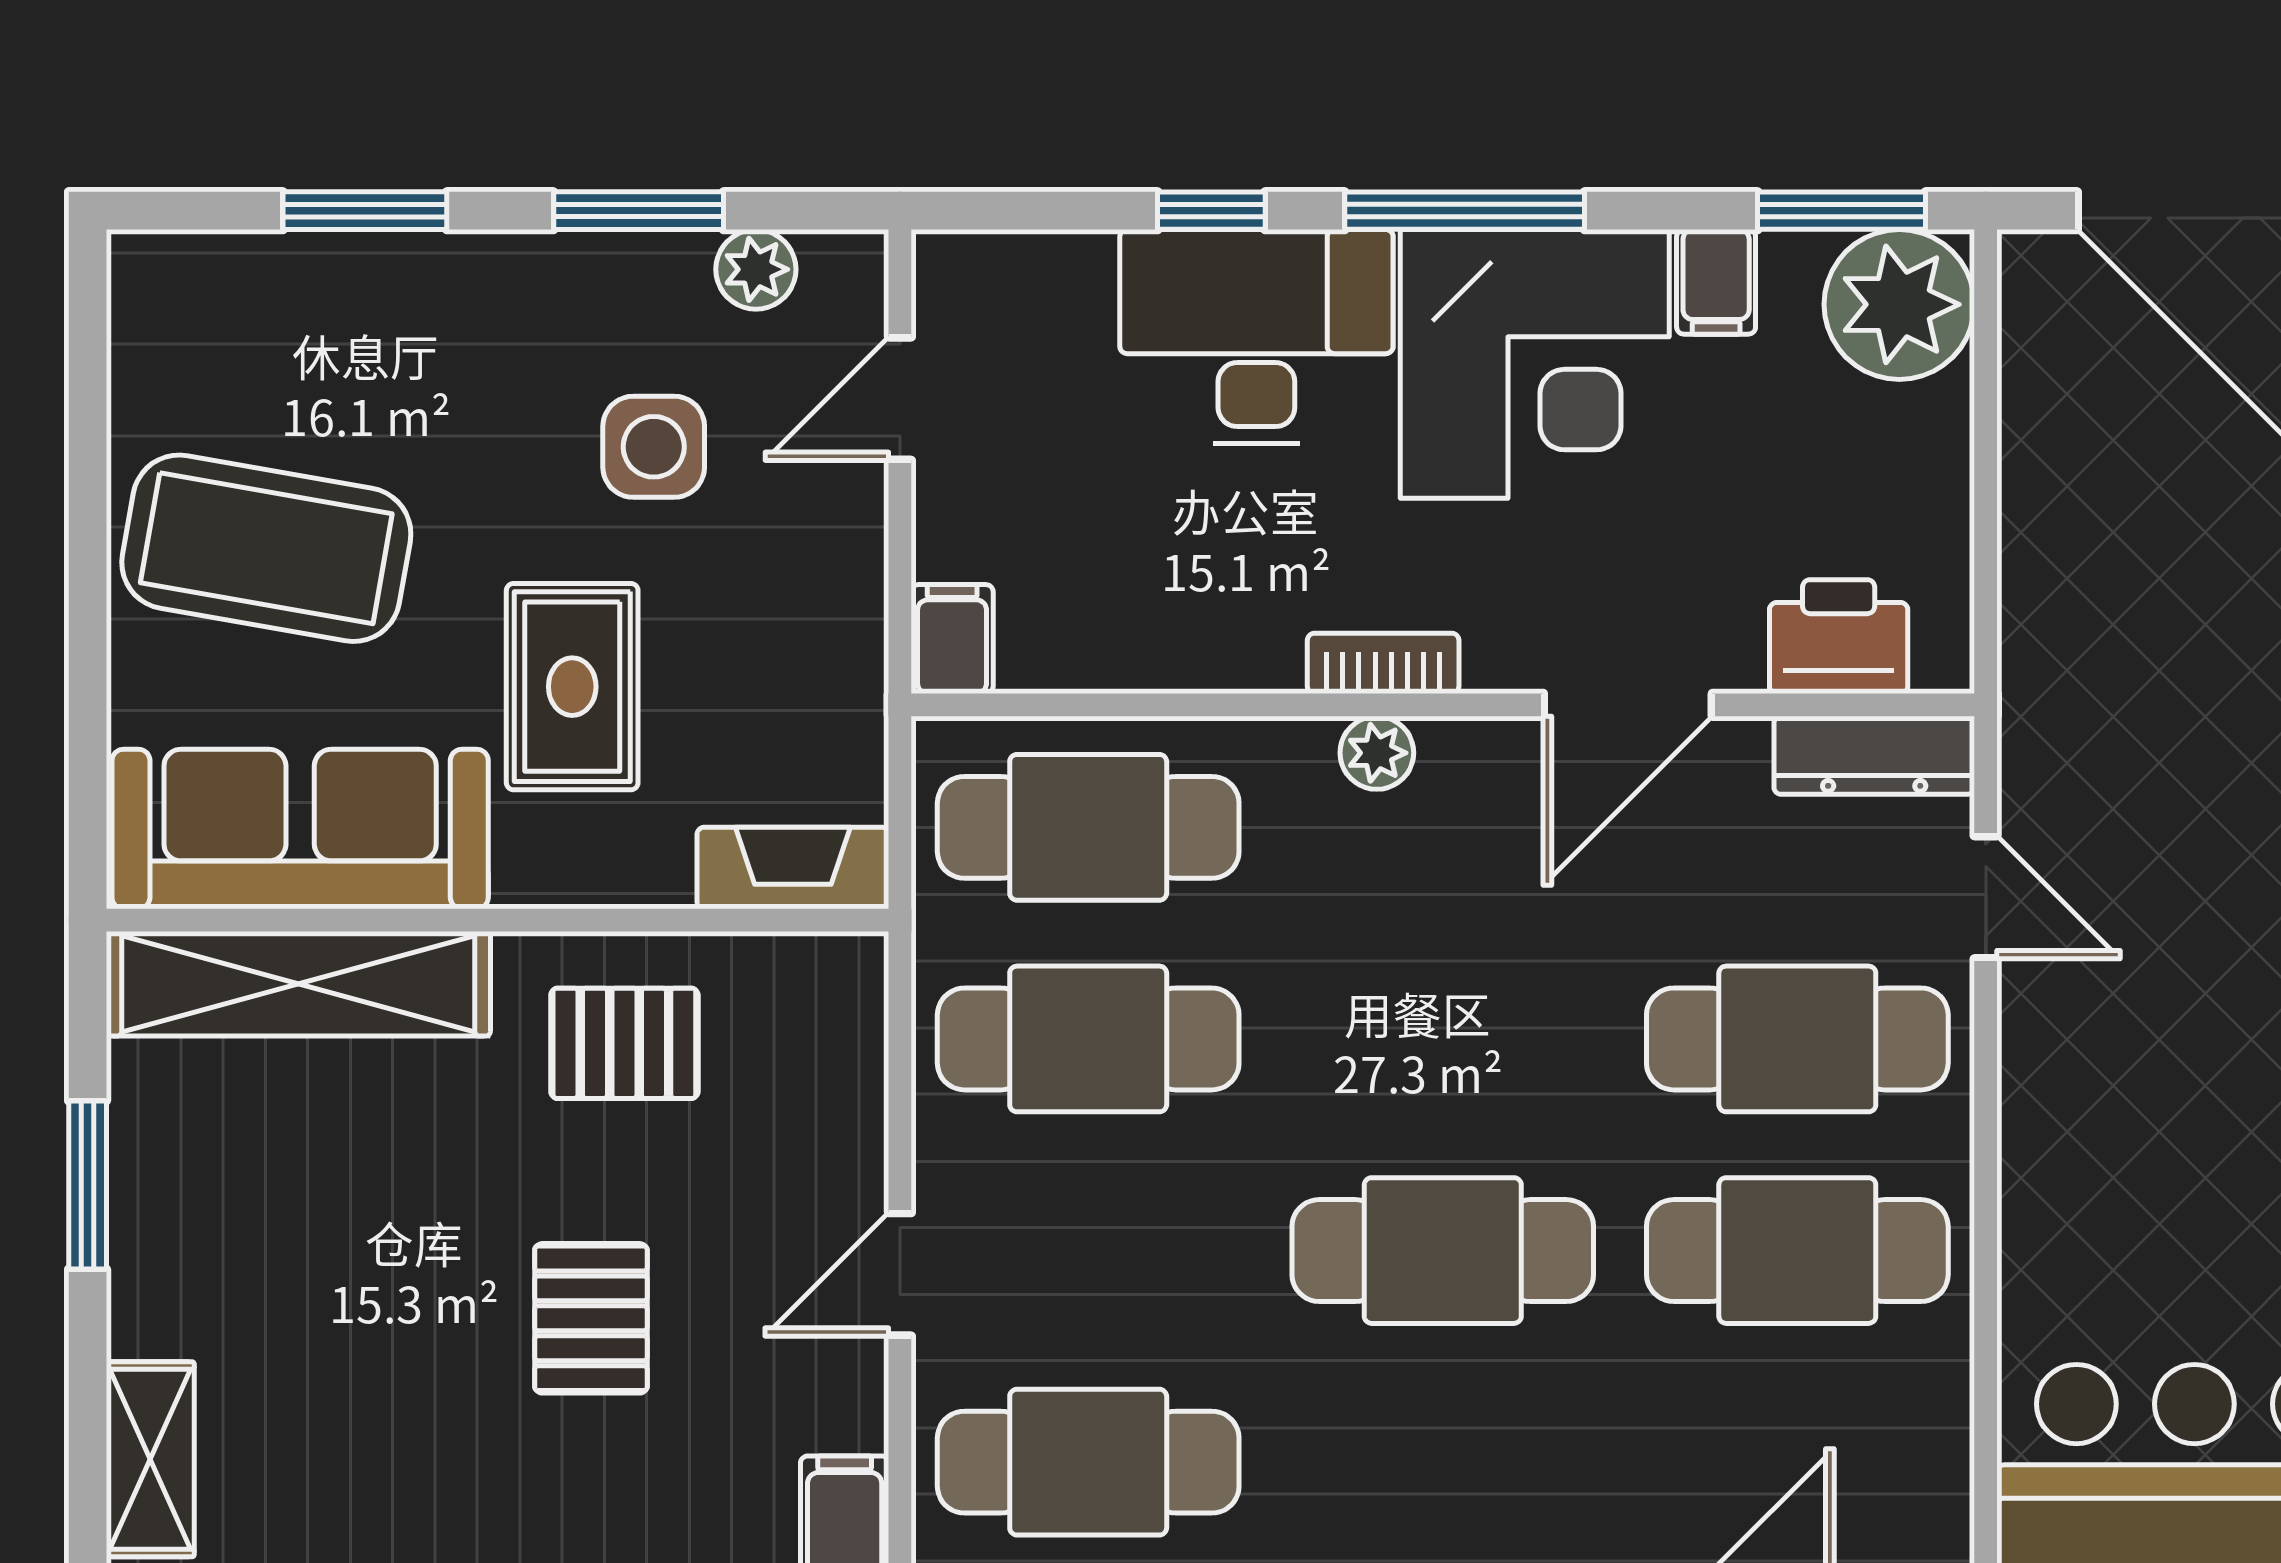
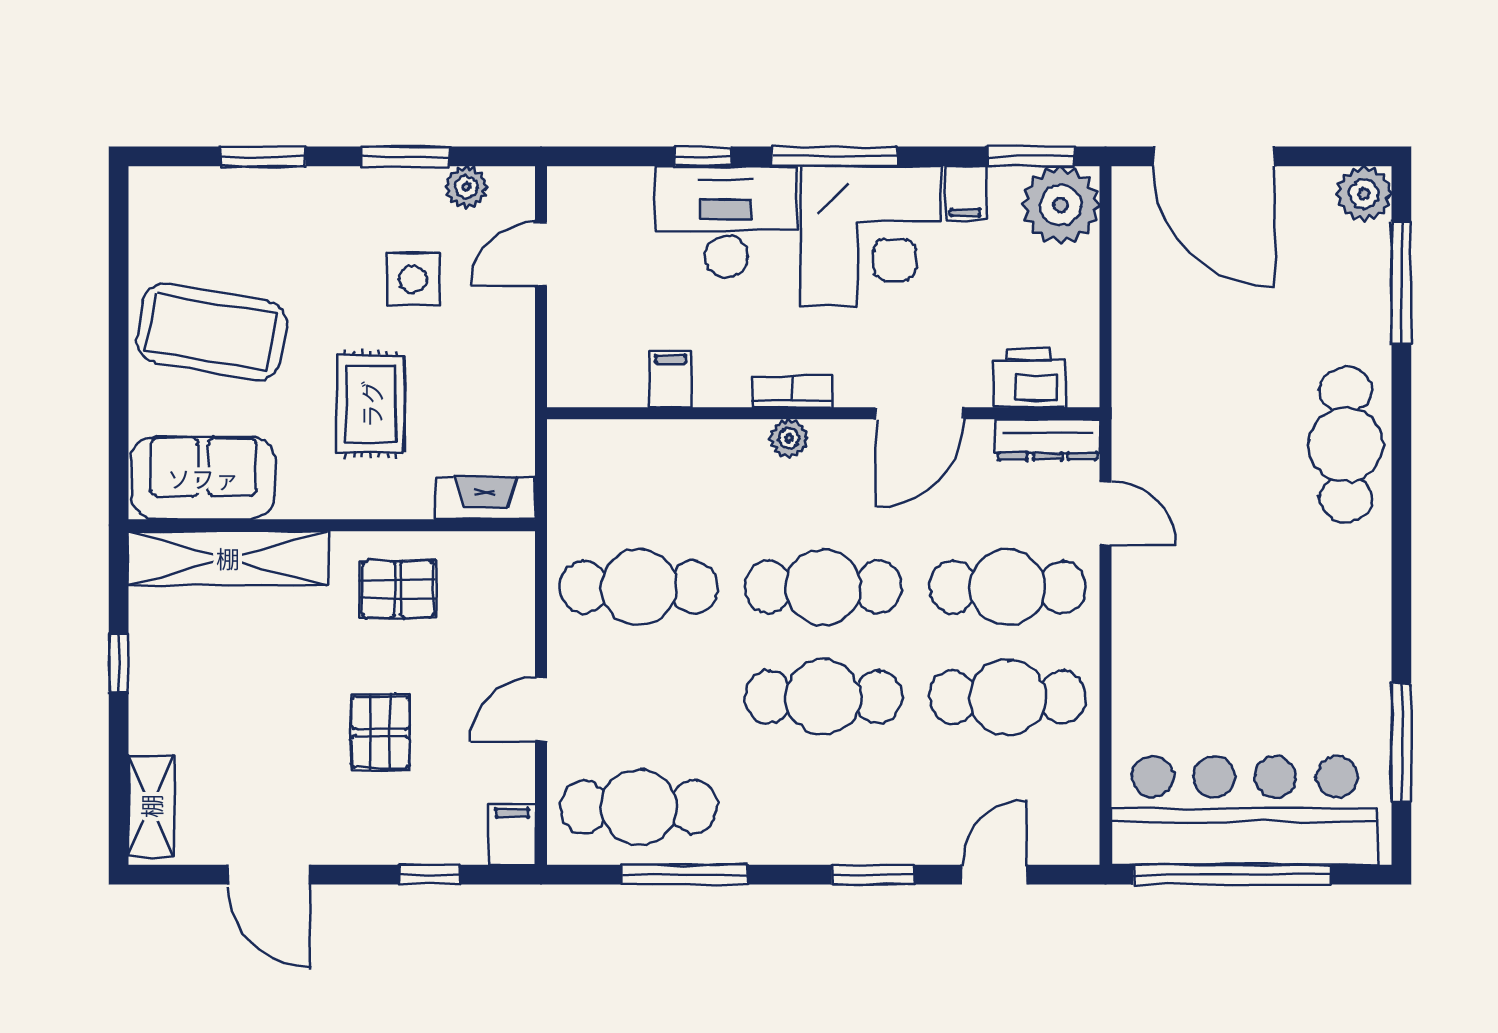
filing cabinet: (952, 639) -> (671, 379), moved
cafe table: (1088, 827) -> (823, 587), moved
sofa: (300, 829) -> (203, 478), width x0.73
window: (88, 1185) -> (119, 663), width x0.67

